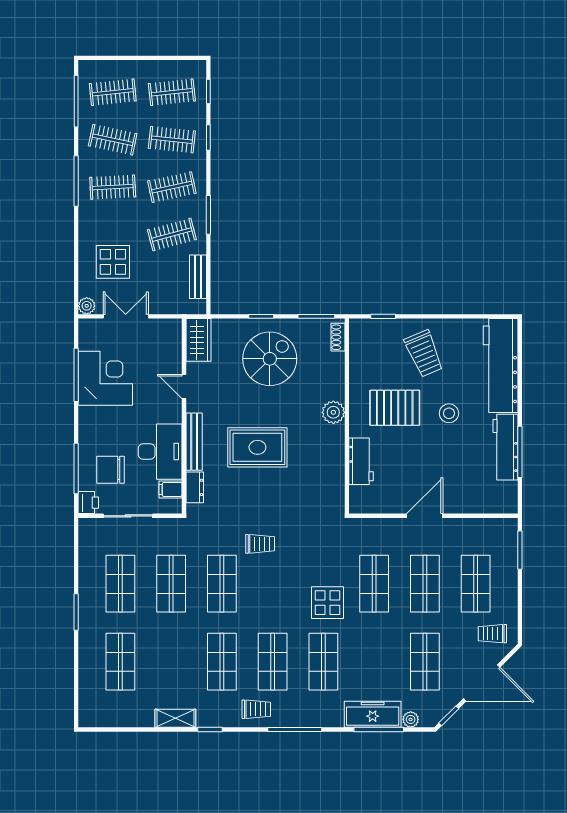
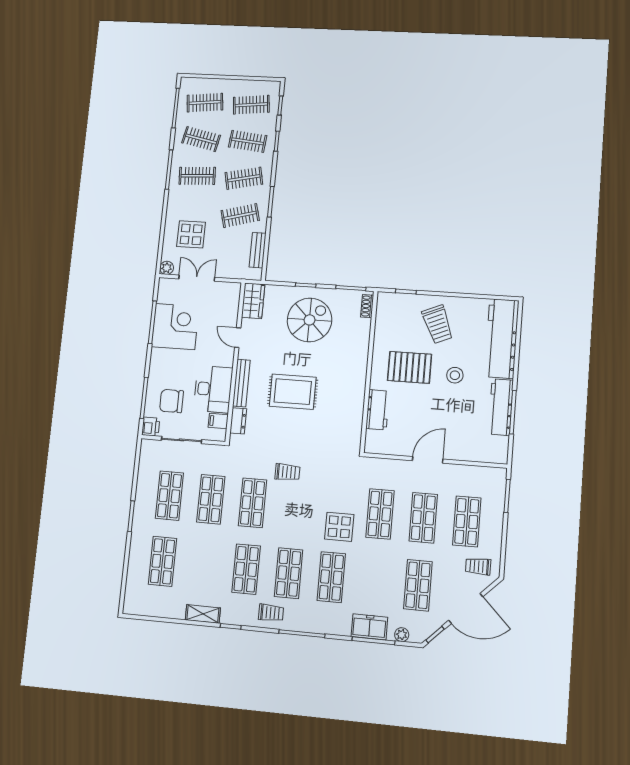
plant: (333, 412) -> (358, 367), removed
freezer: (373, 714) -> (369, 627), width x0.71

